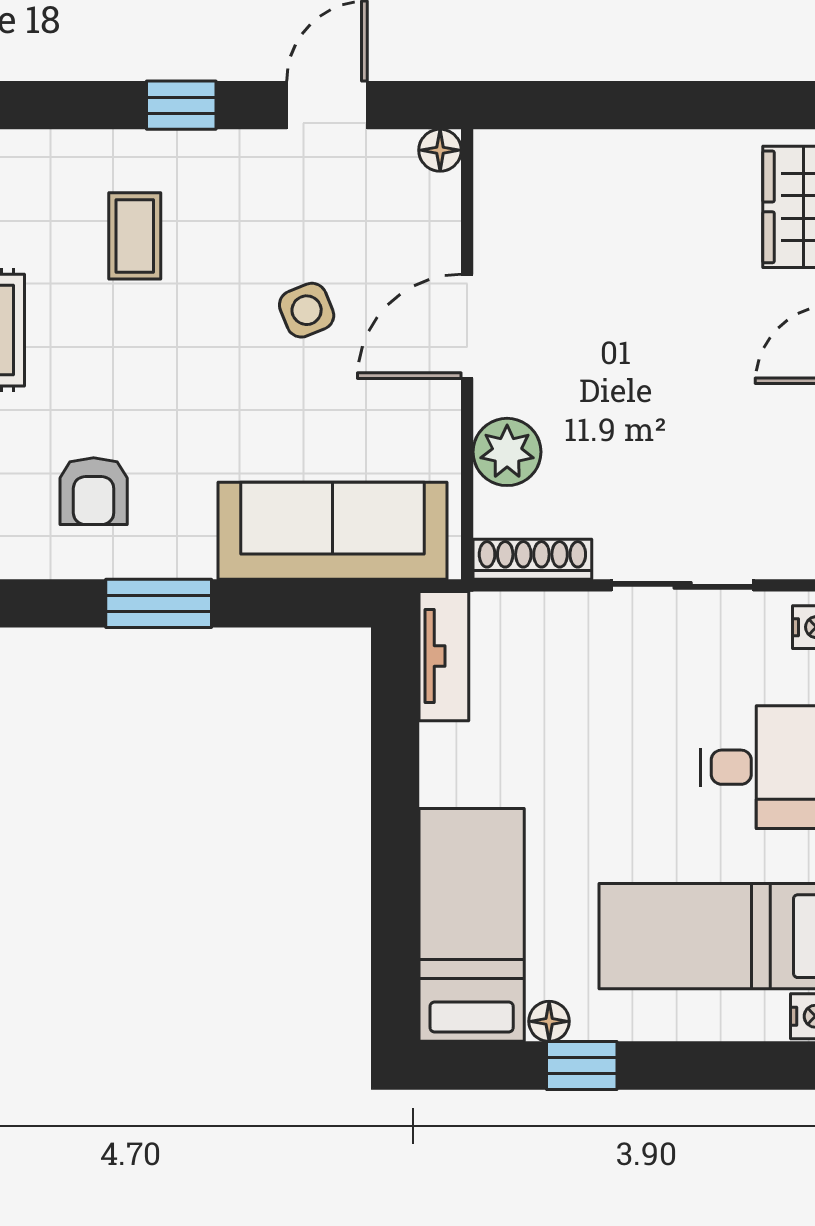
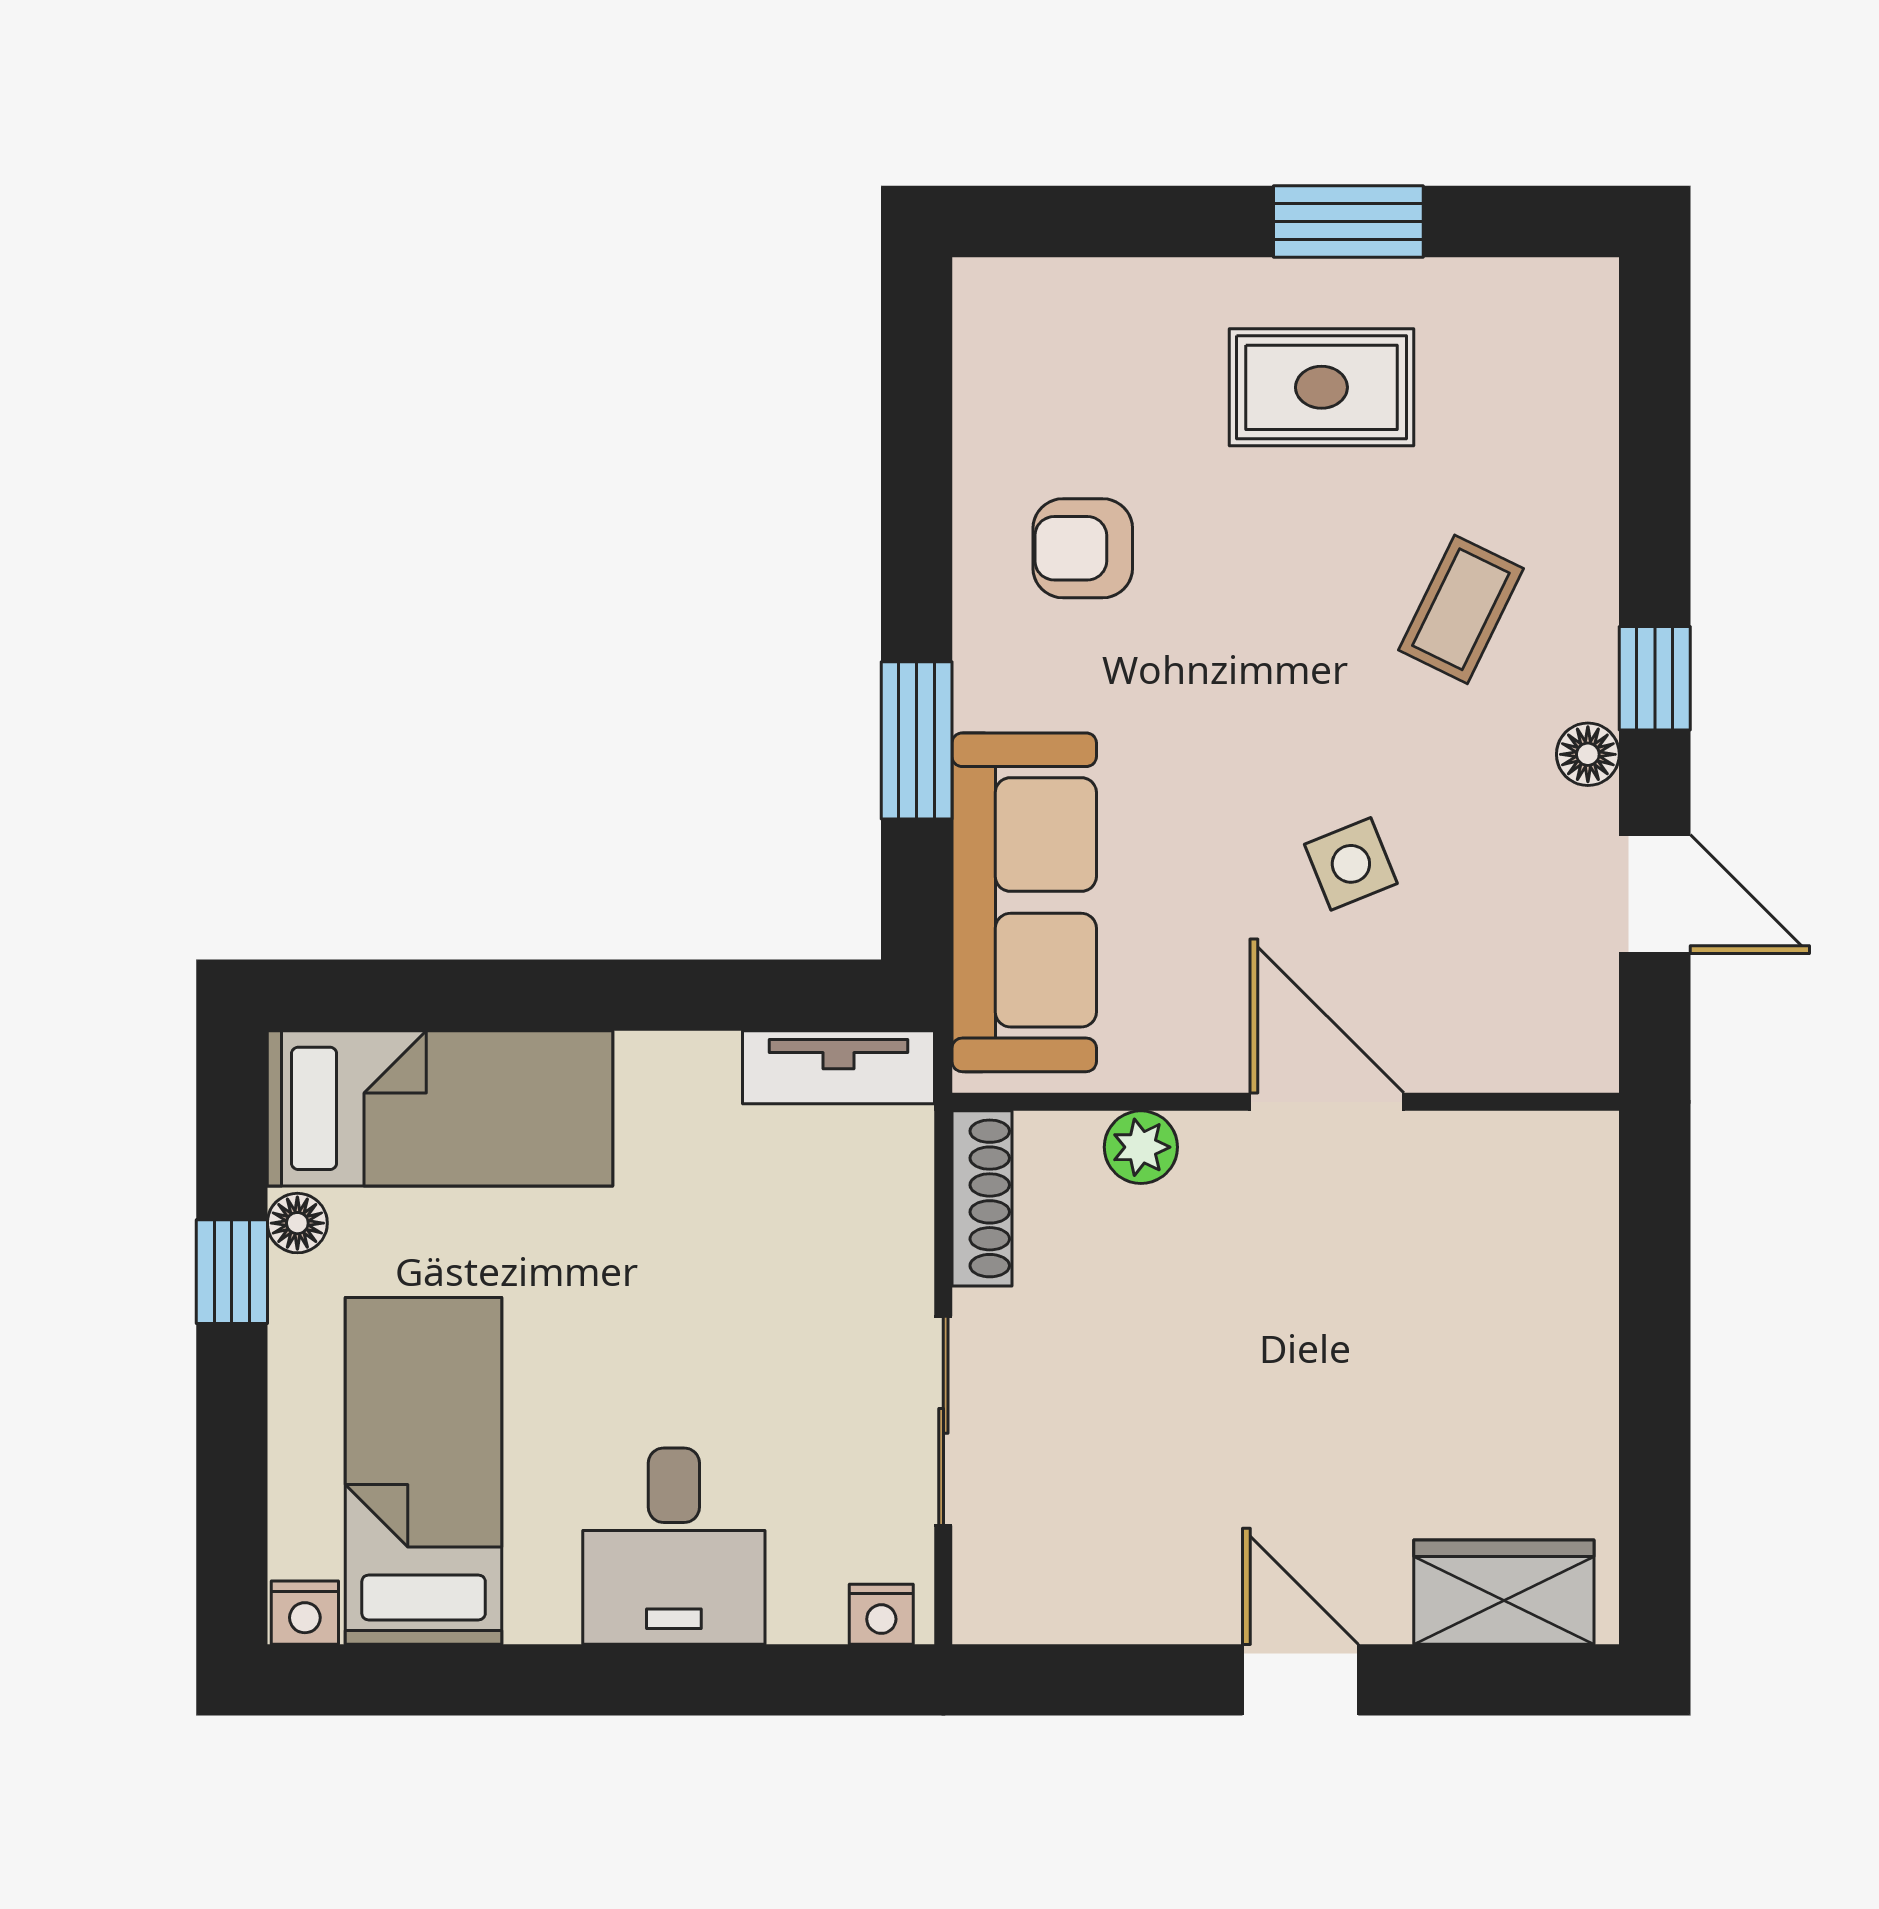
floor lamp: (440, 150) -> (1588, 754), moved
coffee table: (135, 236) -> (1461, 609), turned -64
plant: (507, 452) -> (1141, 1147), width x0.73, depth x0.73
window: (159, 603) -> (917, 740), moved

